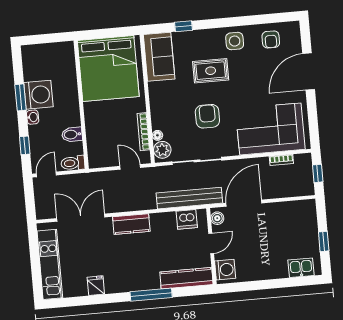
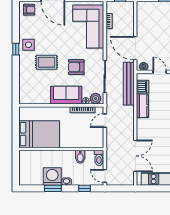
window: (183, 26) -> (16, 49), moved
armchair: (271, 39) -> (29, 10), moved
sofa: (159, 57) -> (66, 95), moved
bed: (108, 68) -> (39, 134), width x0.73
rug: (211, 71) -> (46, 62), turned 90
double door: (81, 218) -> (135, 156), swing flipped
kitchen counter: (131, 224) -> (142, 106), moved

